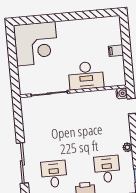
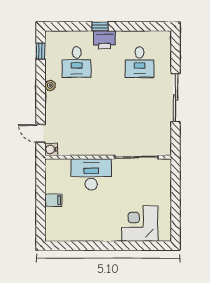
corner desk: (36, 44) -> (140, 224), width x0.74, depth x0.74
sliding door: (22, 163) -> (176, 98), moved

